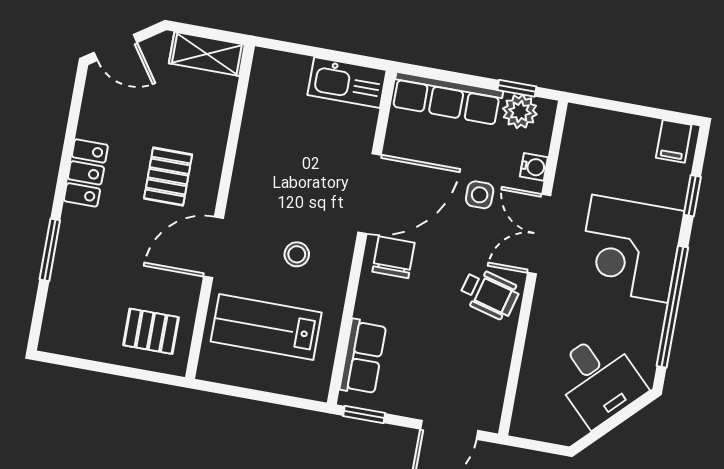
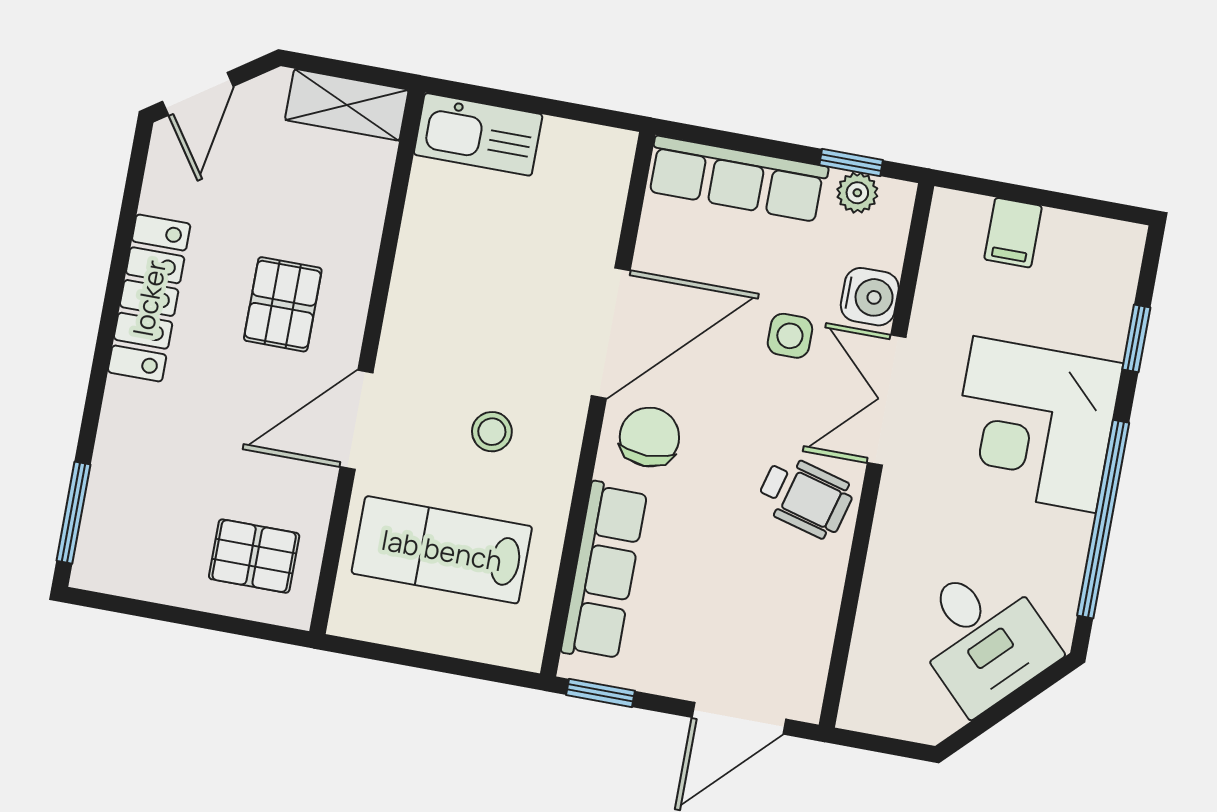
door: (115, 47) -> (198, 94), hinge flipped
kitchen sink: (347, 82) -> (478, 134), moved
plant: (520, 111) -> (857, 193), width x0.73, depth x0.73
filing cabinet: (674, 141) -> (1013, 233), moved
water cooler: (534, 167) -> (870, 297), width x1.38, depth x1.38
locker: (86, 173) -> (149, 298), width x1.53
window: (50, 250) -> (73, 513), moved
row of seats: (363, 357) -> (604, 571), width x1.48

